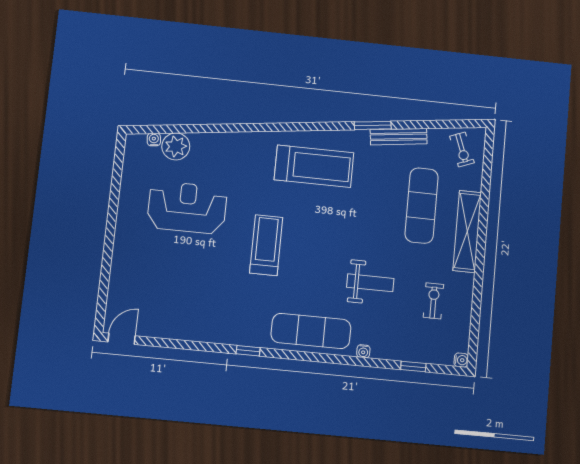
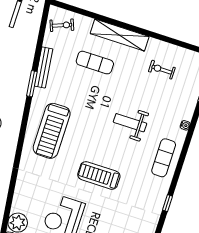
treadmill: (314, 166) -> (52, 131), turned 180
exercise mat: (422, 205) -> (95, 63), width x0.73, depth x0.69
weight bench: (370, 283) -> (130, 123), moved, turned -90
exercise mat: (311, 331) -> (164, 158), width x0.73, depth x0.69

